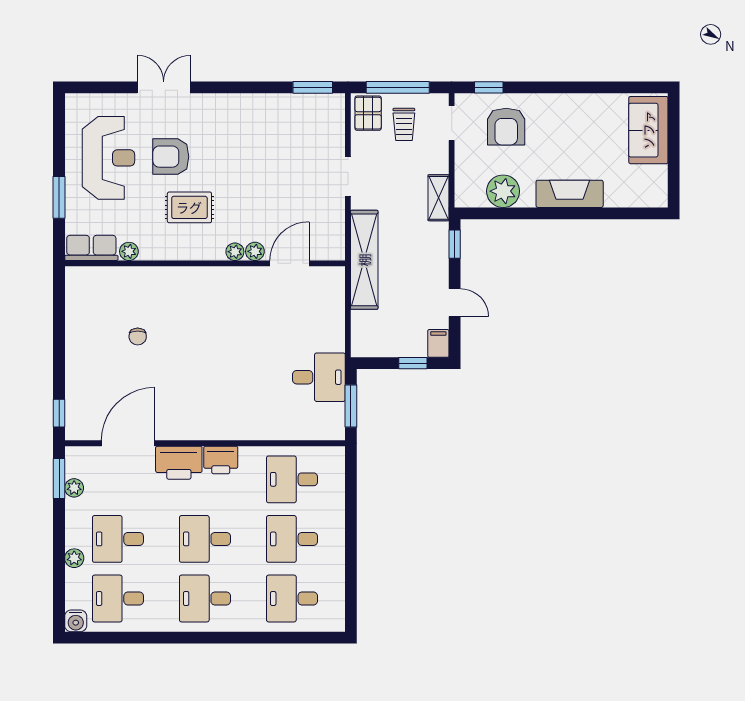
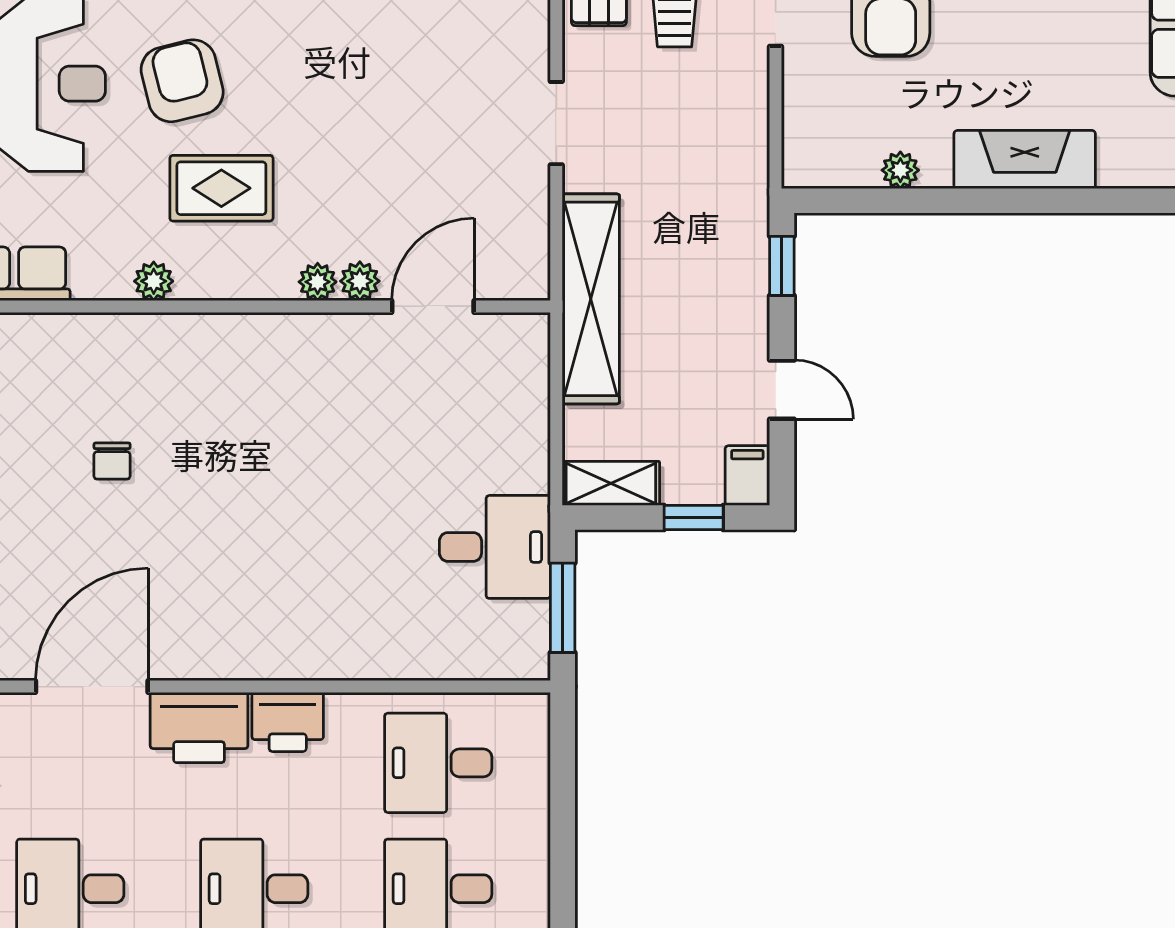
armchair: (171, 157) -> (182, 81), turned 76
plant: (503, 191) -> (900, 170), width x0.53, depth x0.53
shelving: (439, 198) -> (611, 483), moved, turned 90
plant: (129, 251) -> (154, 281), moved

